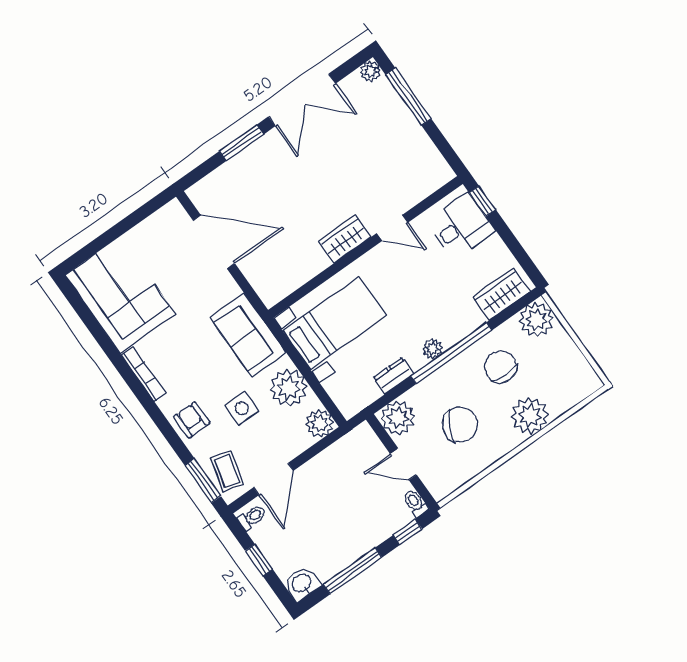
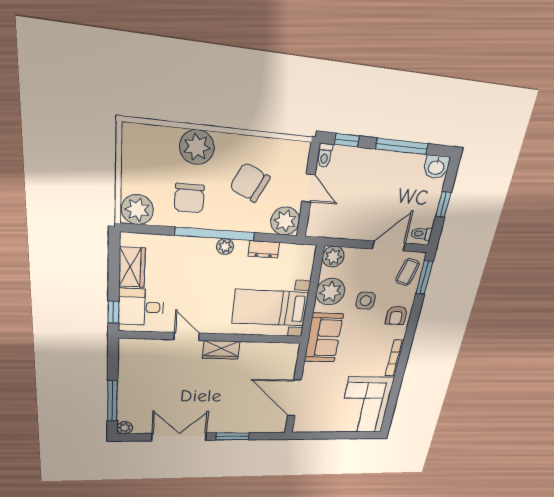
wardrobe: (501, 294) -> (132, 267), moved, turned -90

